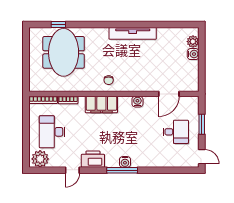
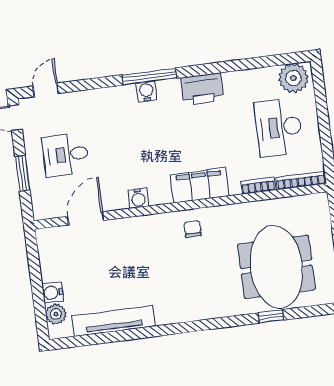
window: (58, 24) -> (271, 316), moved
tv unit: (133, 33) -> (114, 321), moved
desk: (52, 132) -> (279, 127), turned 180
door: (72, 170) -> (46, 90), moved

